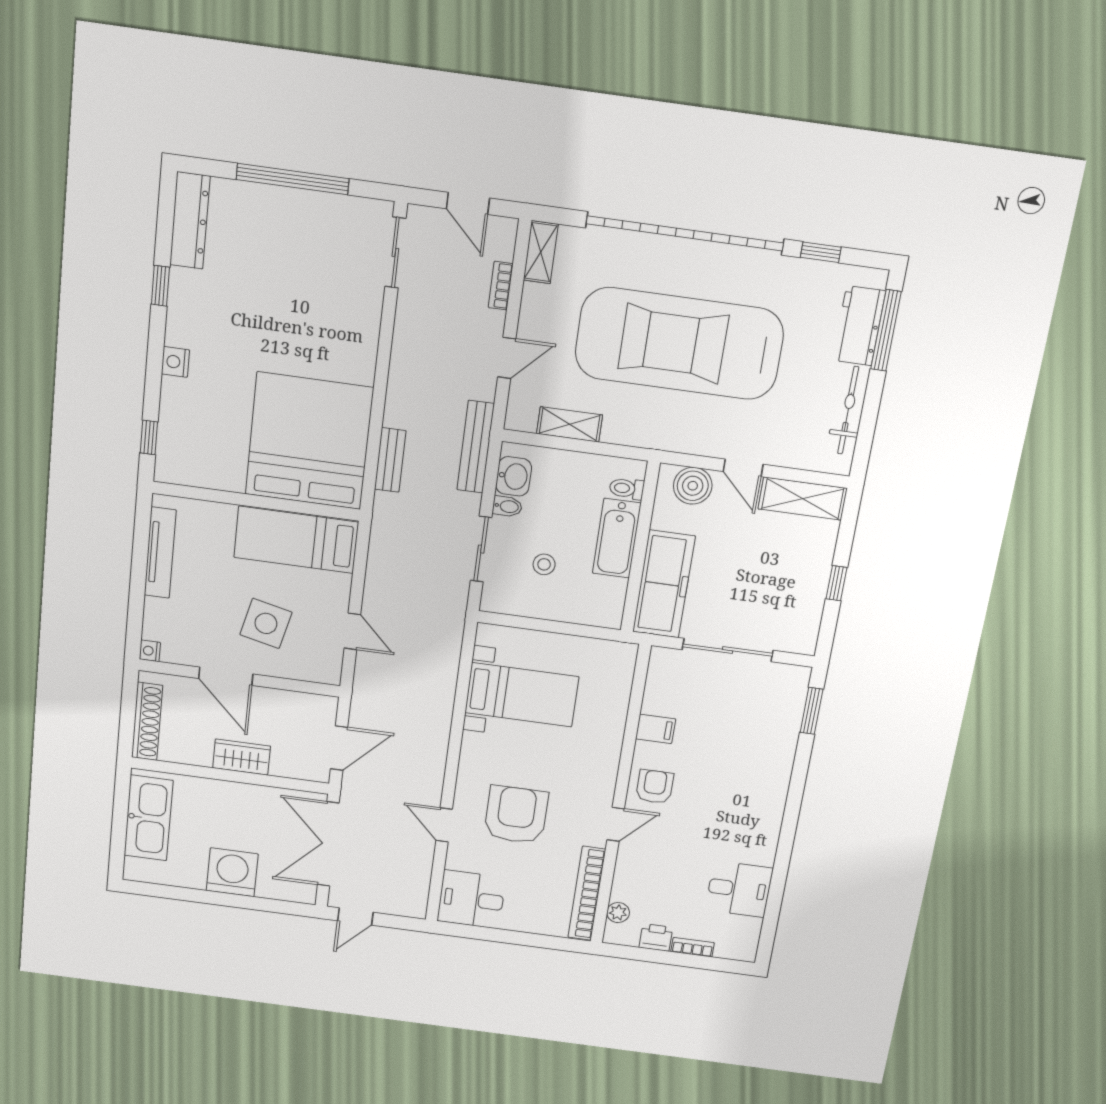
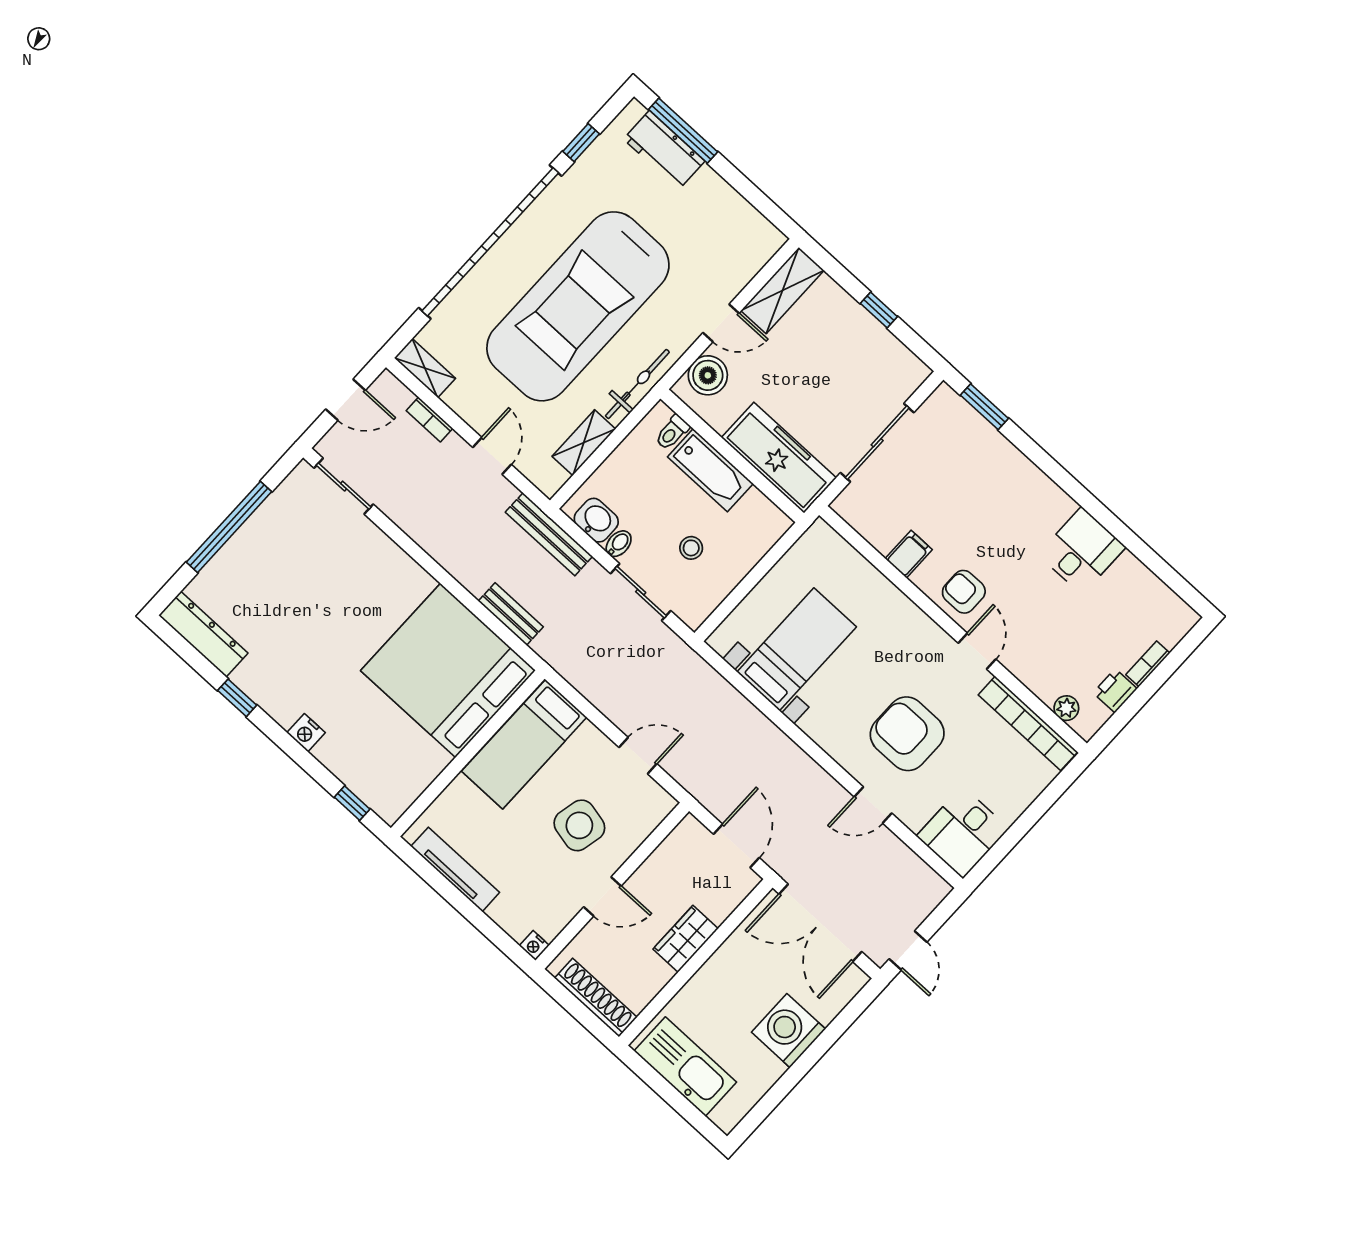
bicycle: (848, 410) -> (637, 384), moved, turned 90
door: (226, 676) -> (602, 896), width x0.73
desk: (739, 889) -> (1082, 551), moved

